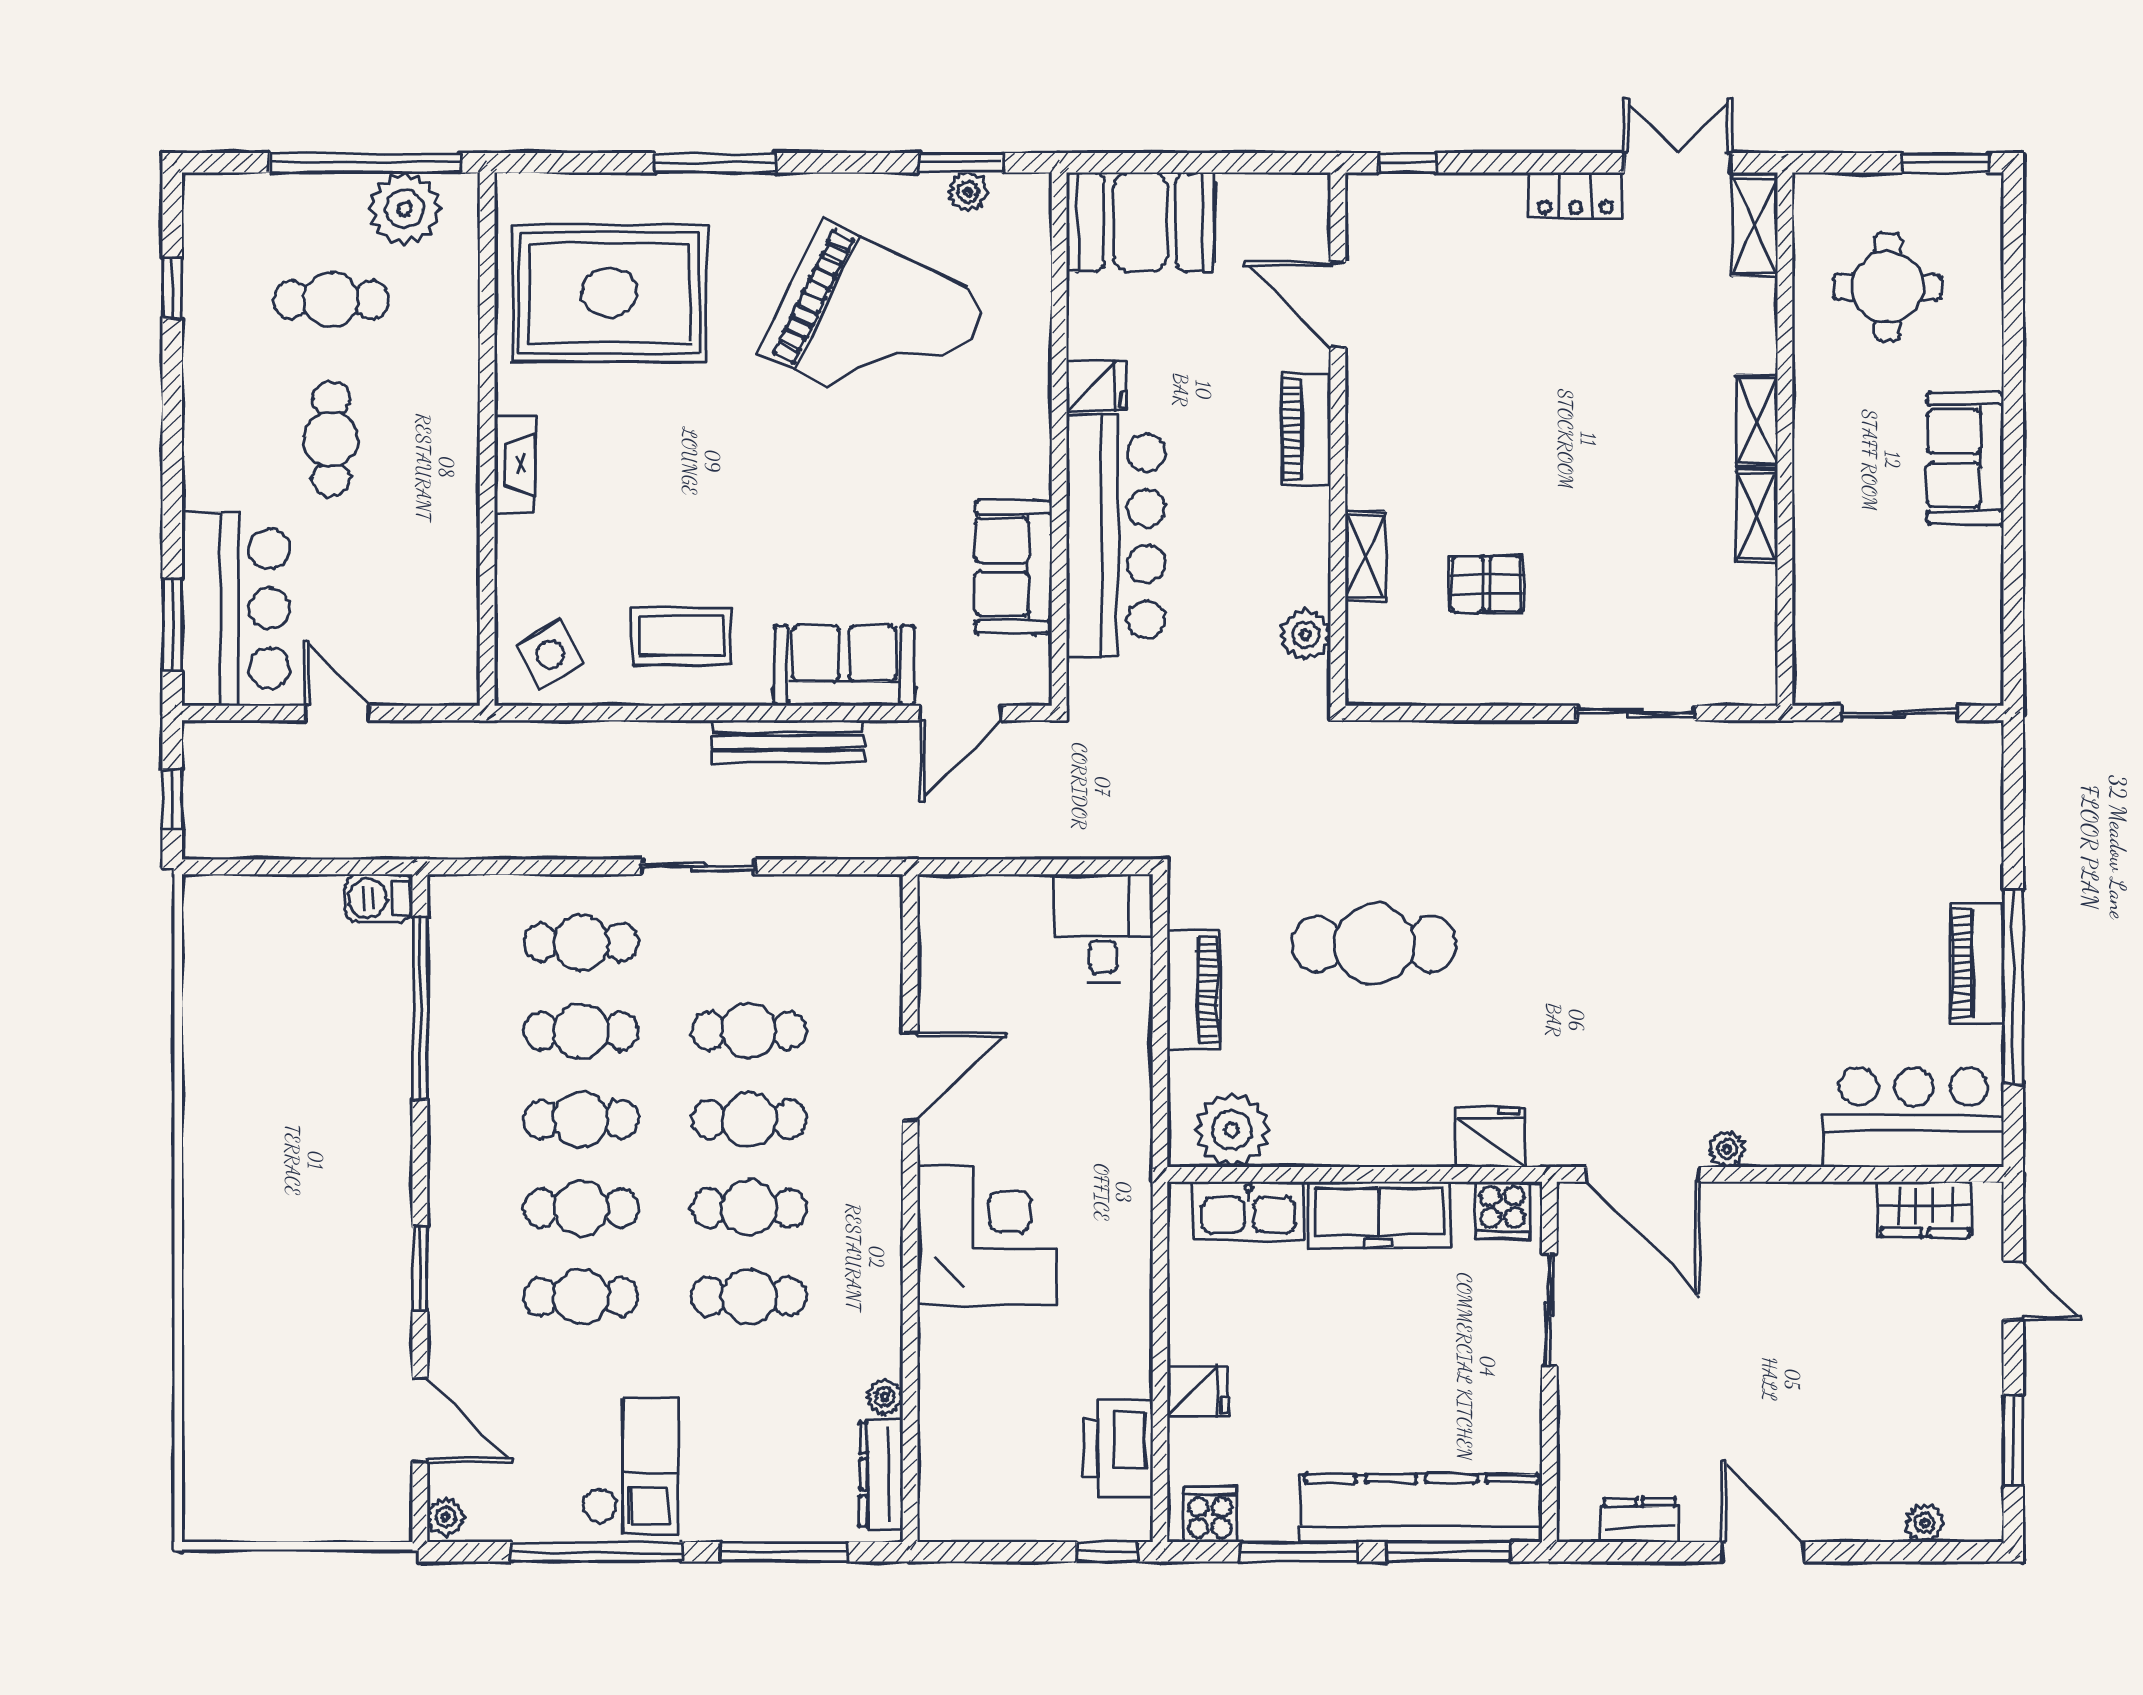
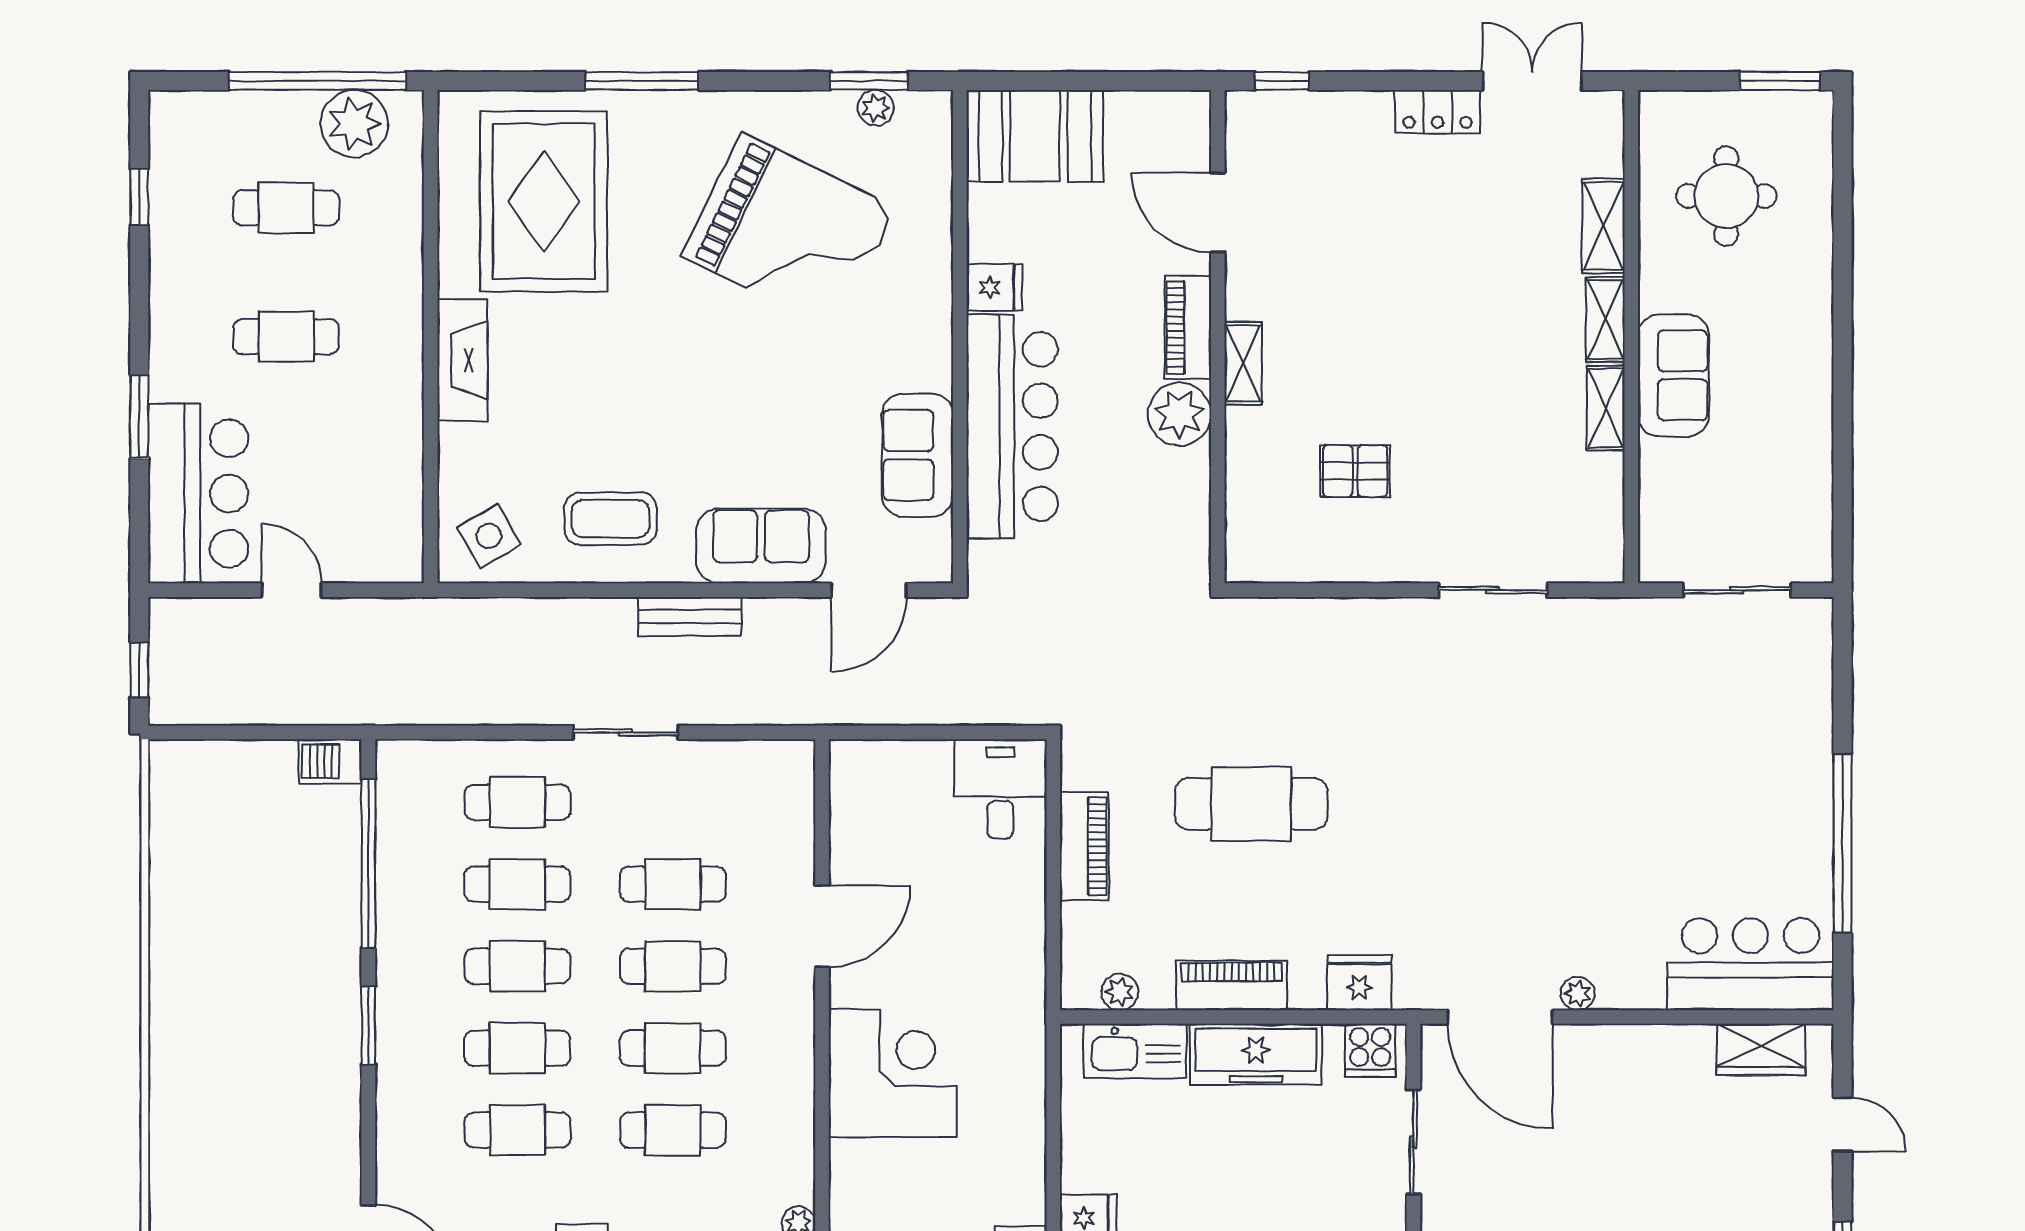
shelving: (1755, 225) -> (1603, 226), moved
rug: (609, 293) -> (544, 201), turned 90
cafe table: (331, 439) -> (286, 337), turned 90
sofa: (1965, 458) -> (1673, 375), moved, turned 180
fireplace: (515, 464) -> (462, 360), width x1.37, depth x1.32
shelving: (1365, 556) -> (1243, 363), moved
window: (172, 625) -> (139, 417), moved
plant: (1306, 635) -> (1180, 414), moved, width x1.36, depth x1.36
bench: (788, 741) -> (690, 616), width x0.73
piano: (1977, 963) -> (1232, 985), moved, turned 90
plant: (1232, 1130) -> (1120, 992), width x0.53, depth x0.53
window: (420, 1268) -> (368, 1025), moved

